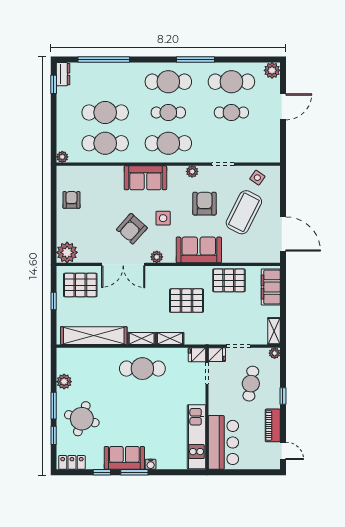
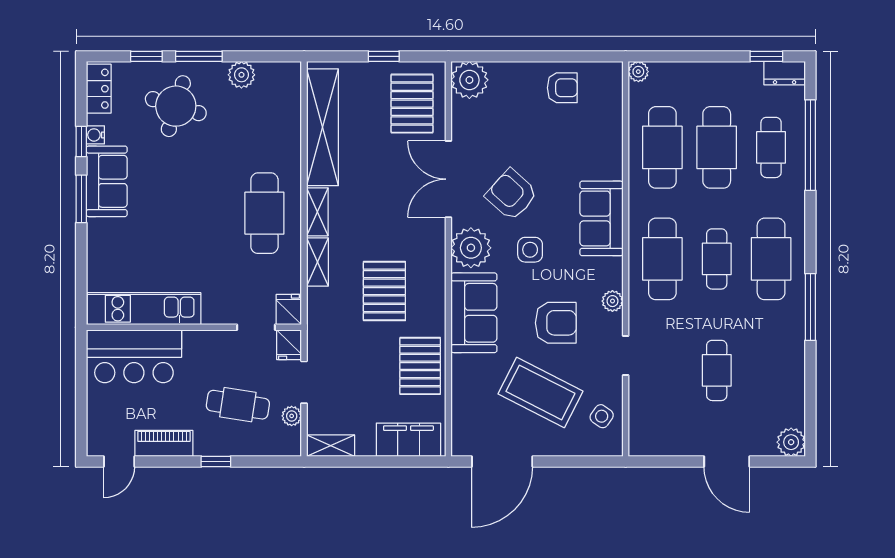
cafe table: (231, 82) -> (771, 147), moved, width x0.73, depth x0.74
plant: (157, 257) -> (471, 248), width x1.88, depth x1.88
plant: (275, 353) -> (292, 416), moved
water cooler: (151, 464) -> (95, 135), moved

